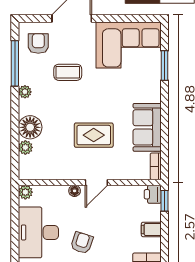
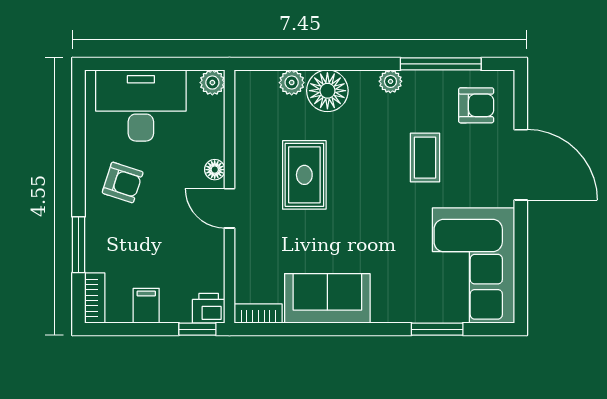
rug: (94, 135) -> (304, 175), moved

